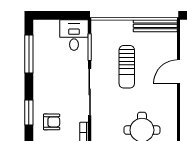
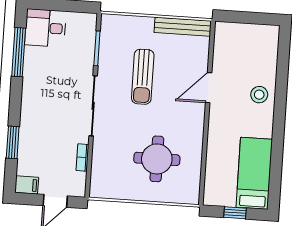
desk: (74, 35) -> (45, 28), moved, turned -90
window: (29, 113) -> (13, 142), moved
armchair: (52, 122) -> (42, 141), removed

